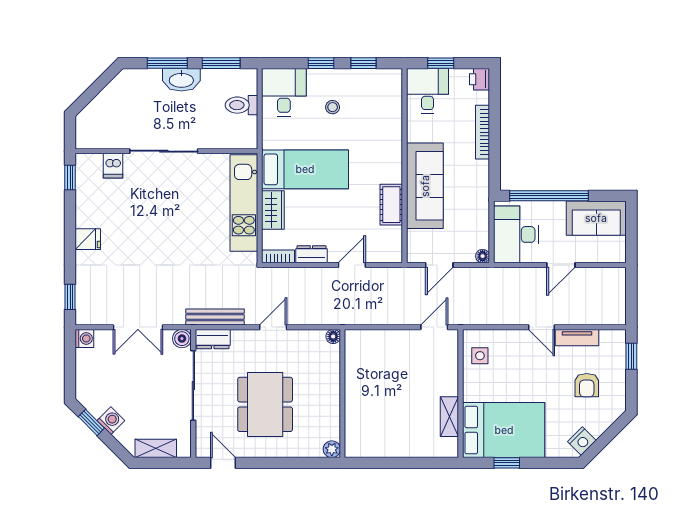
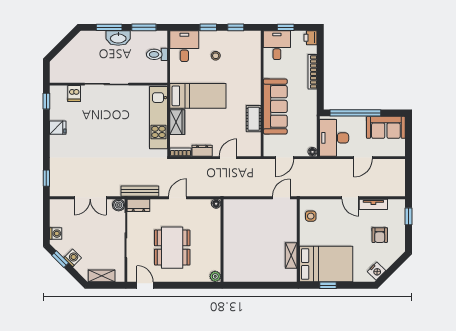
fridge: (88, 239) -> (58, 128), moved
washing machine: (84, 338) -> (56, 234), moved

